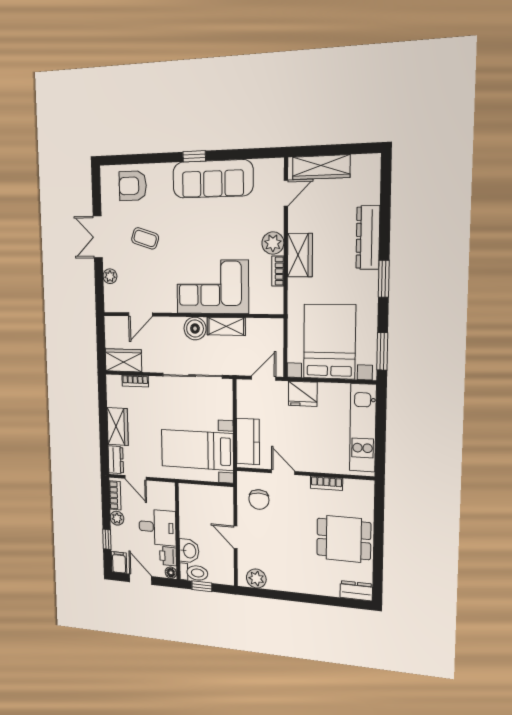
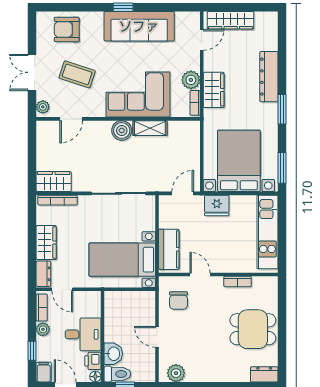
coffee table: (145, 238) -> (77, 74), width x1.36, depth x1.30
corner sofa: (212, 287) -> (138, 94), moved
door: (140, 314) -> (71, 119), moved
wall: (191, 315) -> (118, 119), moved
shelving: (226, 326) -> (150, 128), moved
boiler: (195, 329) -> (122, 130), moved
bookcase: (135, 381) -> (58, 200), width x1.56

